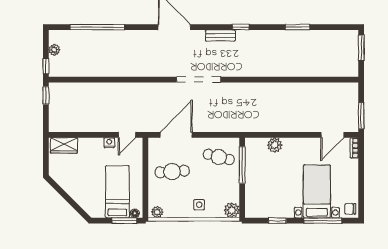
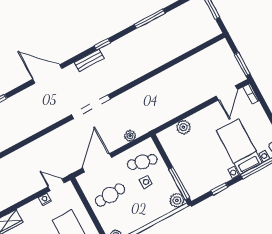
window: (298, 27) -> (150, 19), width x1.44
plant: (221, 126) -> (130, 136), added
door: (127, 135) -> (56, 185), swing flipped
window: (242, 165) -> (179, 184), moved
side table: (199, 205) -> (146, 182), moved

